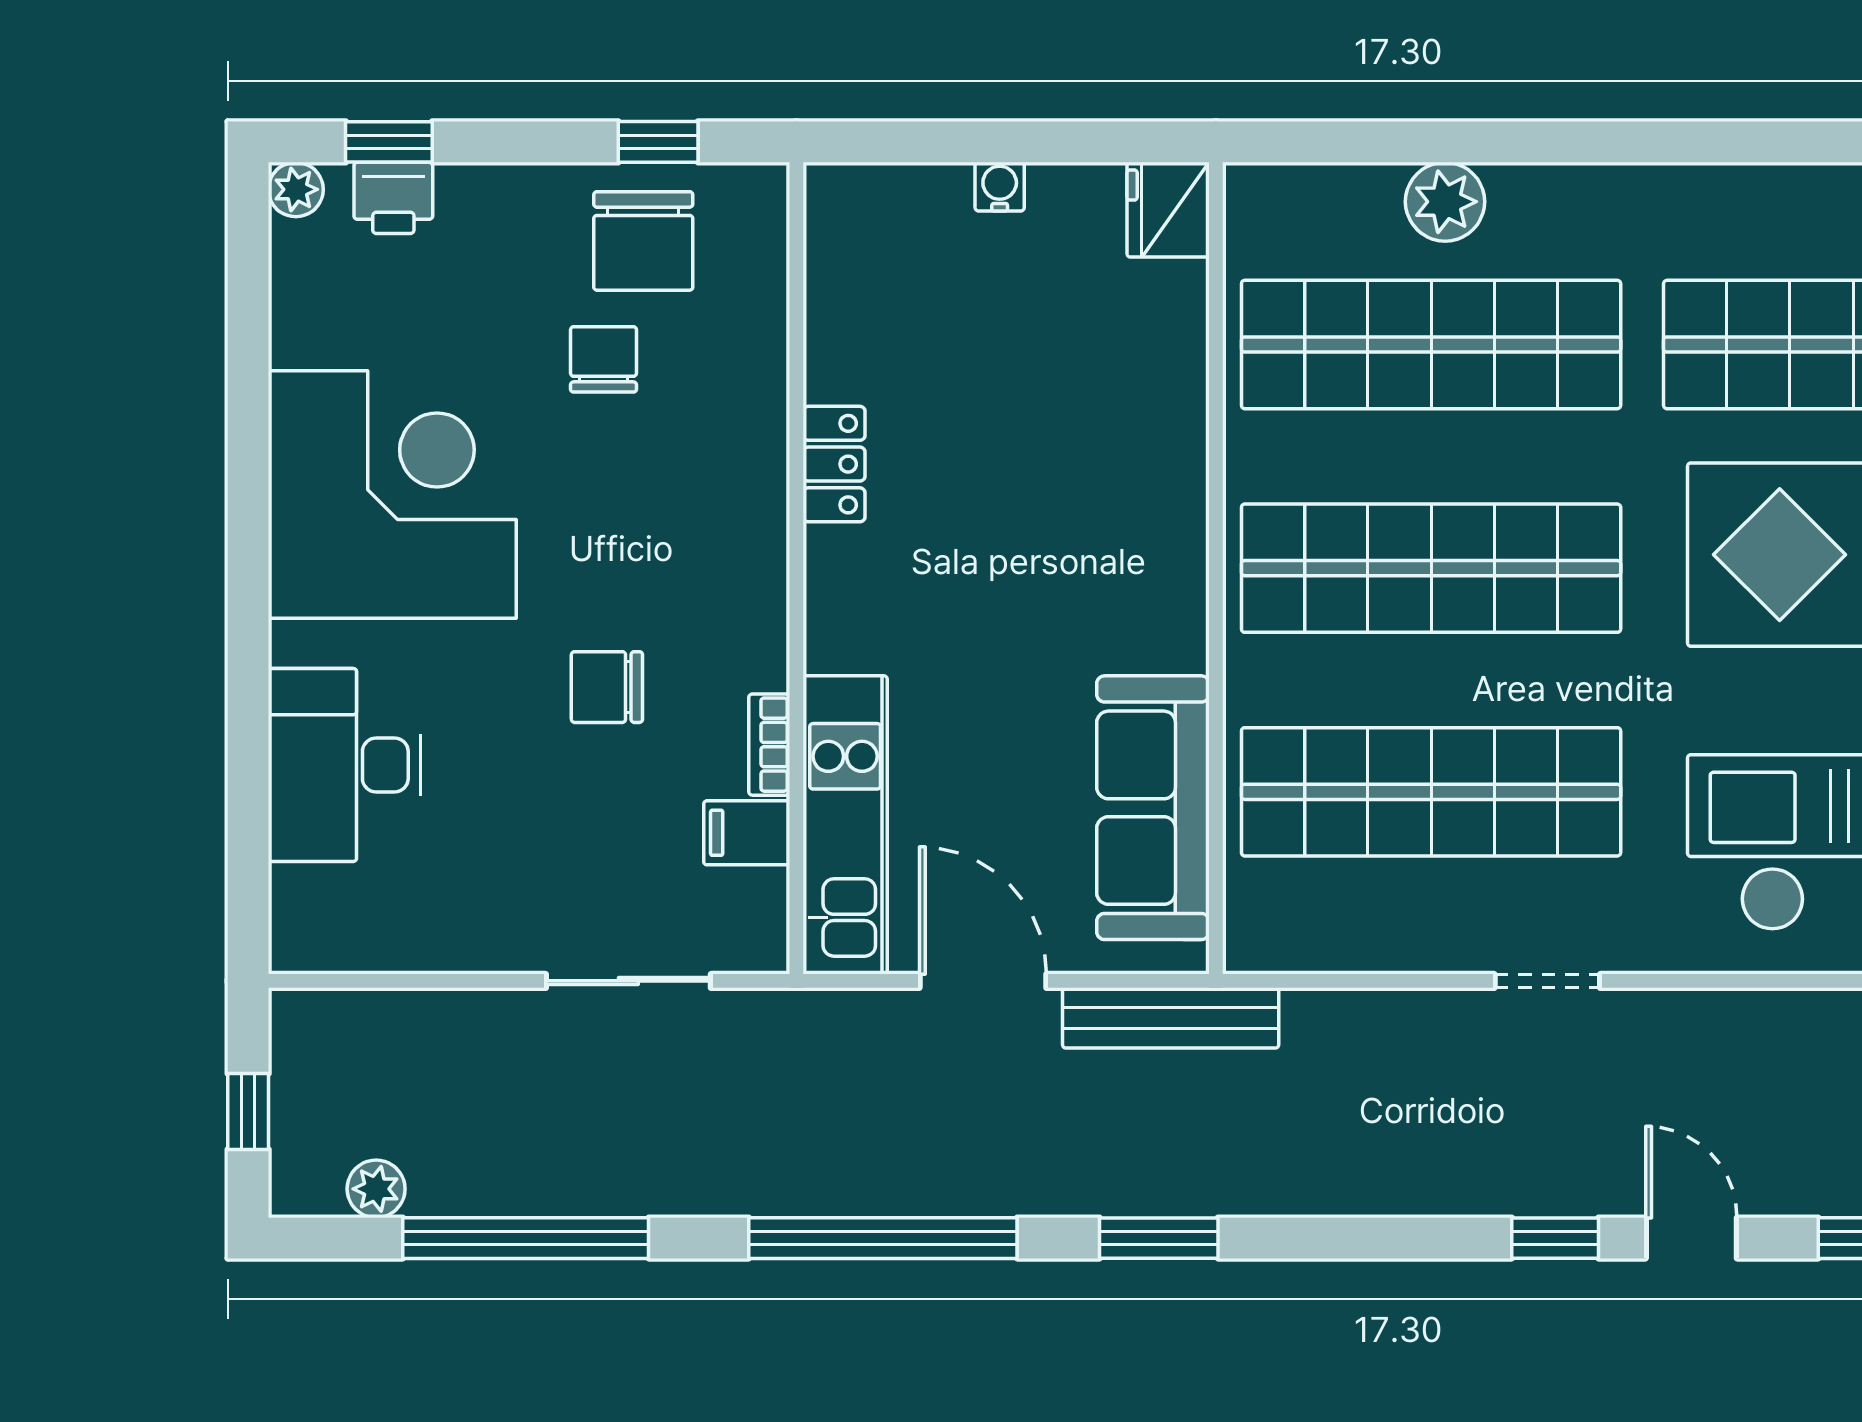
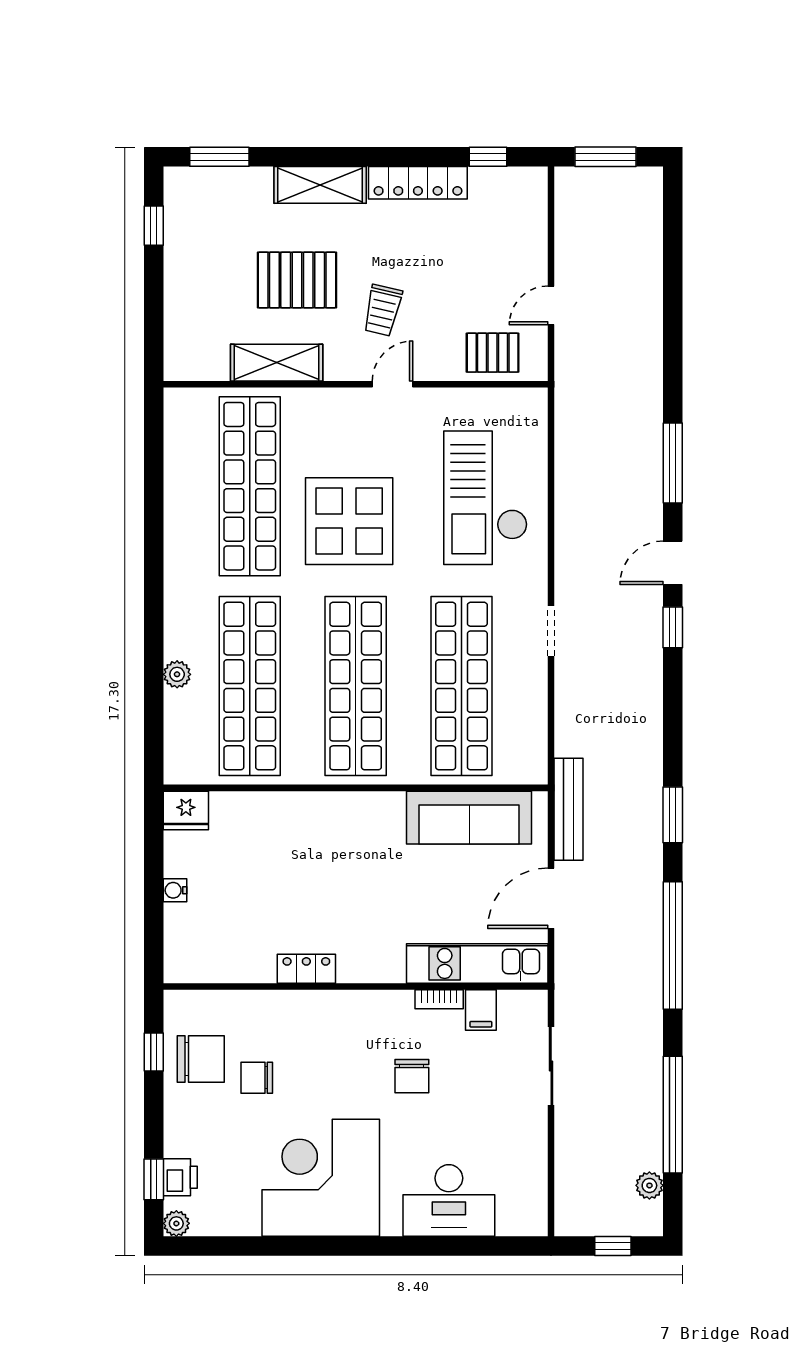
plant: (1445, 202) -> (177, 674), width x0.73, depth x0.73

